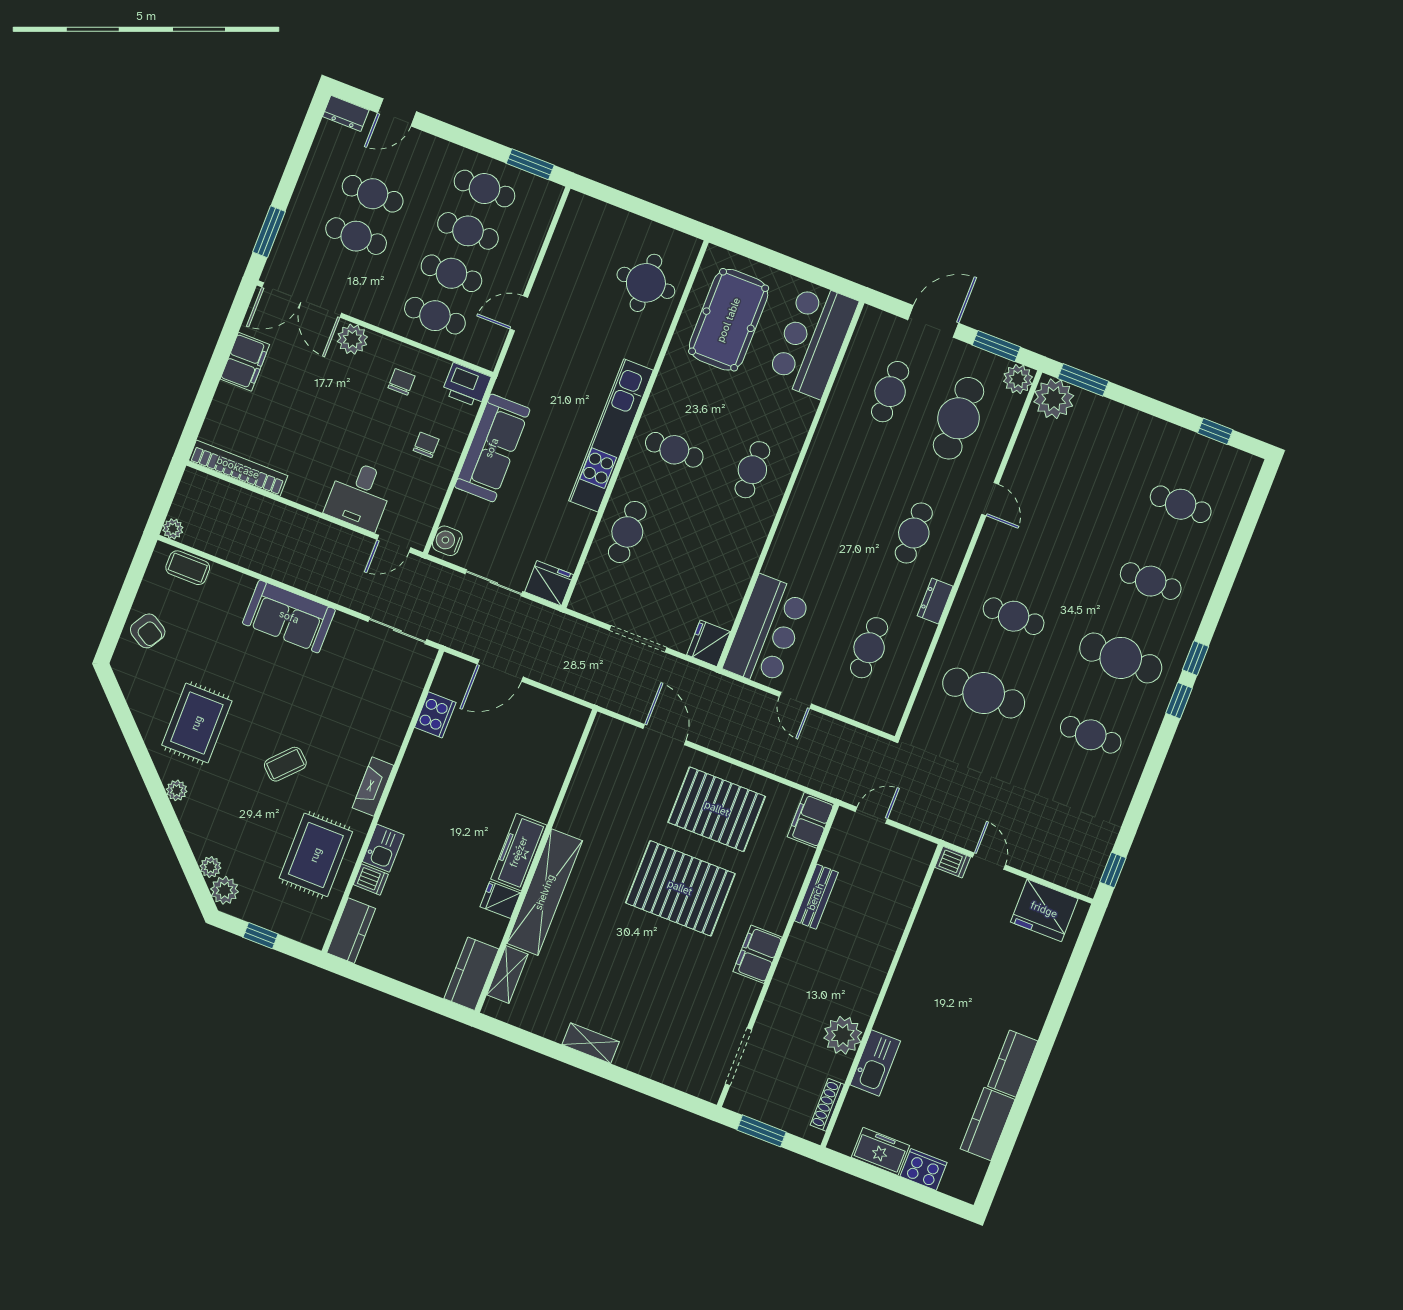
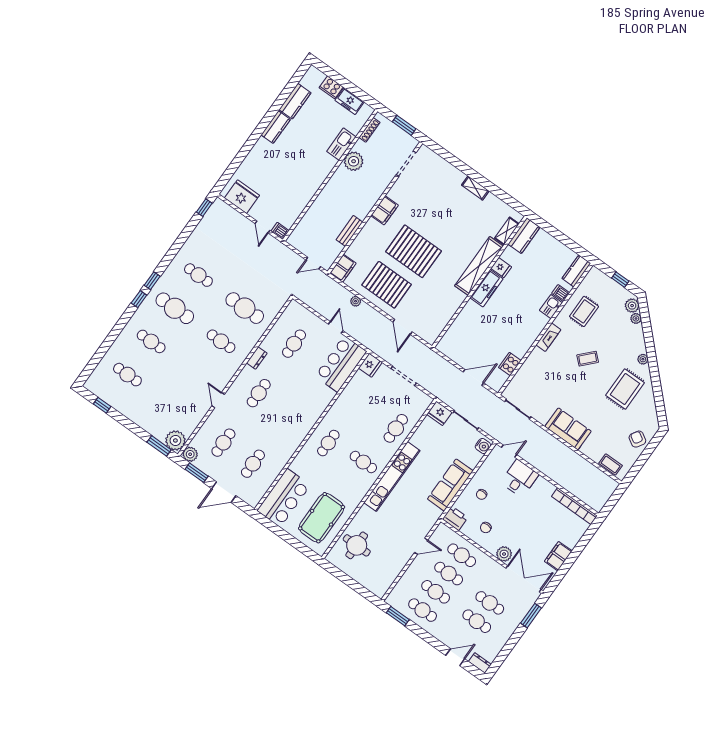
cafe table: (959, 418) -> (223, 443), width x0.73, depth x0.74
plant: (173, 529) -> (356, 301), moved
rug: (316, 855) -> (584, 311), width x0.73, depth x0.70

